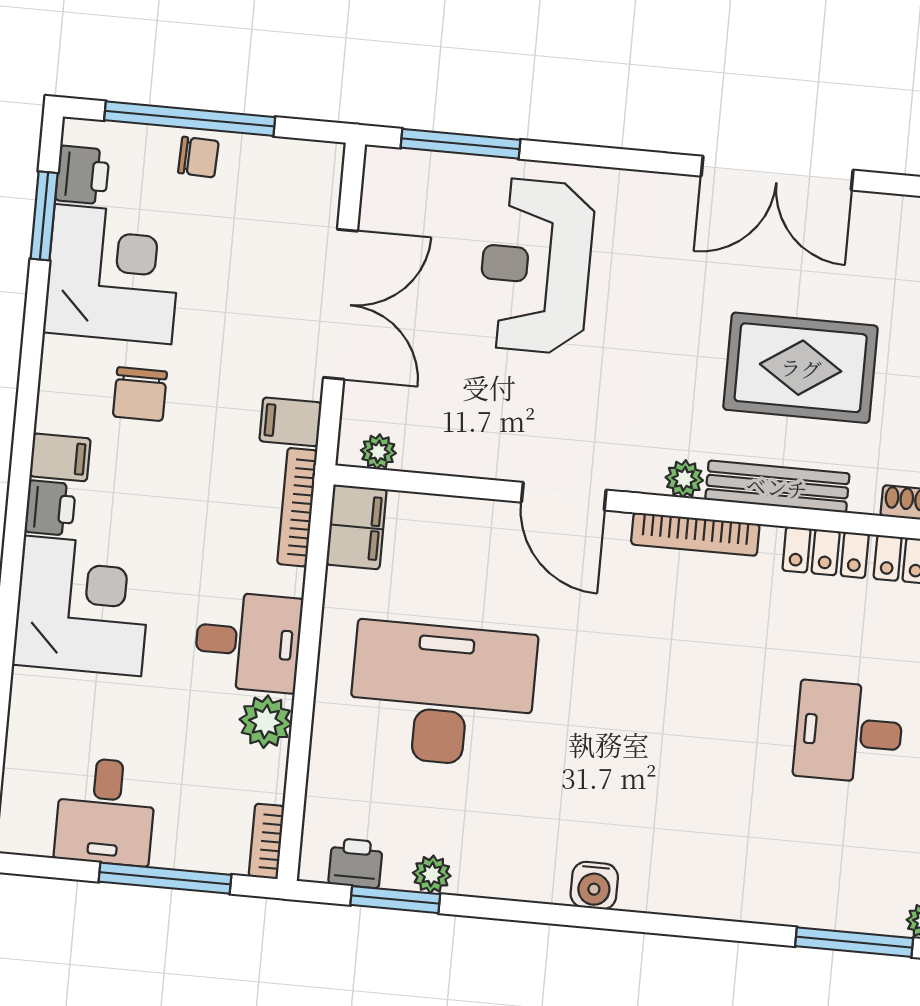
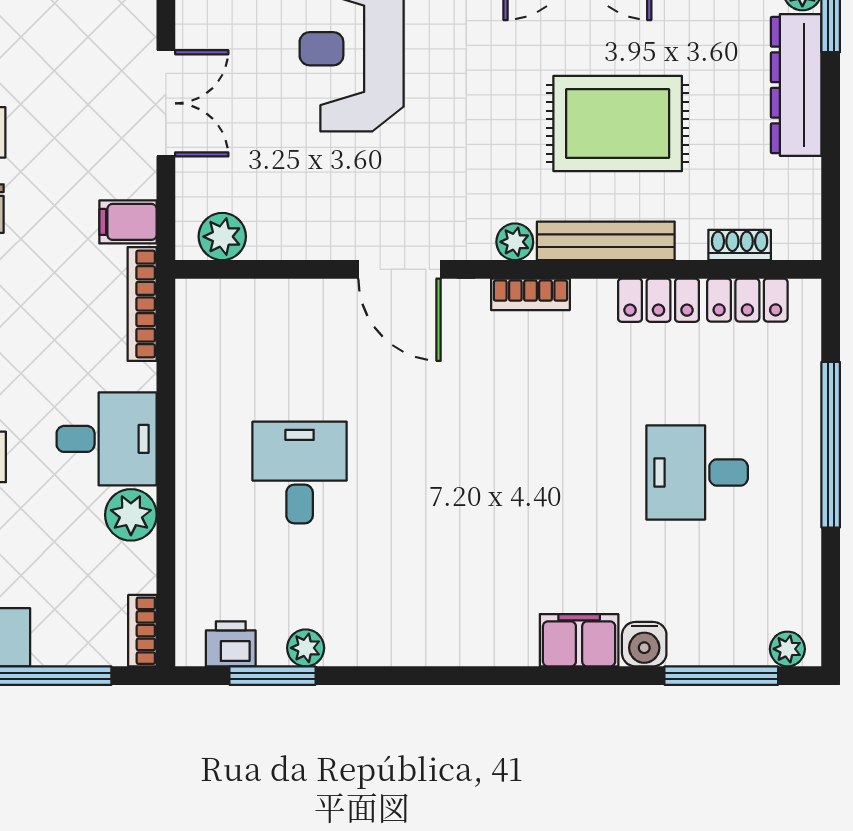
double door: (341, 304) -> (166, 103), width x0.73
plant: (378, 452) -> (222, 237), width x1.38, depth x1.38
filing cabinet: (356, 527) -> (579, 640), moved, turned -90
bookcase: (695, 534) -> (530, 294), width x0.64
desk: (442, 694) -> (300, 472), width x0.53, depth x0.77
water cooler: (594, 886) -> (644, 644), moved

